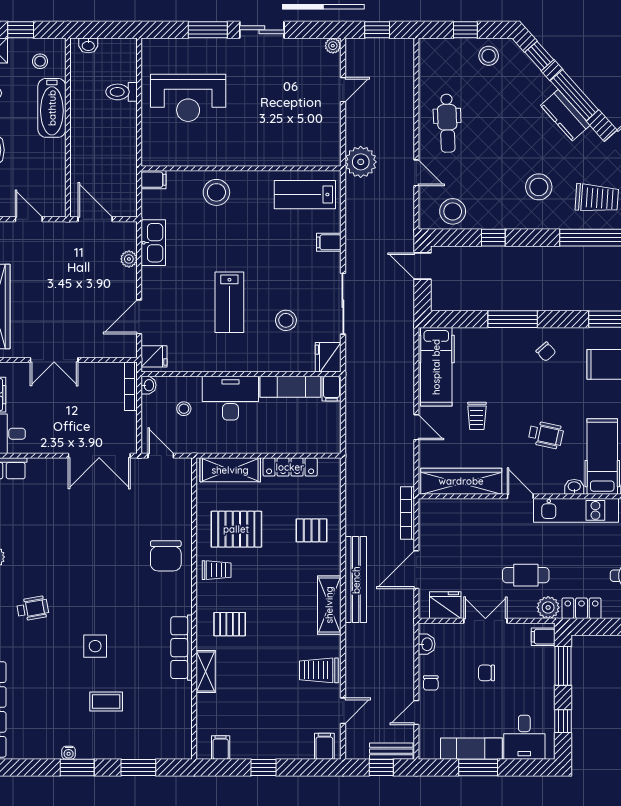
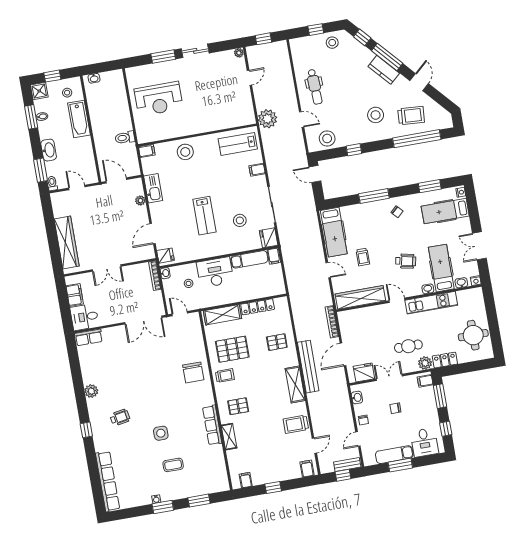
toilet: (122, 92) -> (125, 138), moved

